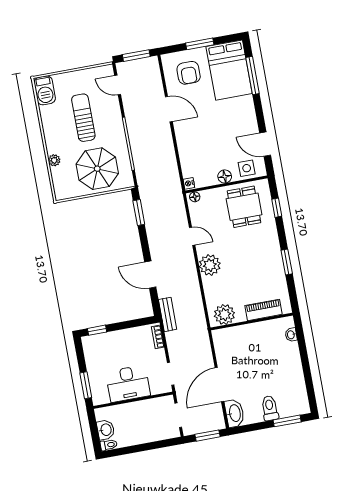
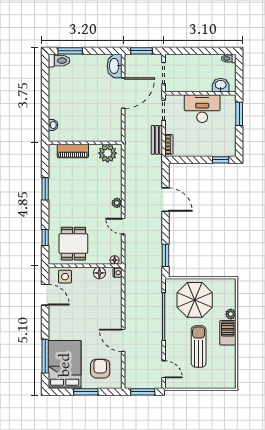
barbecue: (45, 90) -> (228, 333), moved
sun lounger: (83, 118) -> (199, 346), turned 180
floor lamp: (225, 176) -> (99, 273), moved
plant: (210, 265) -> (117, 203), width x0.53, depth x0.53
bench: (168, 314) -> (157, 140), moved
toilet: (270, 408) -> (59, 61), moved, turned -90
washbasin: (106, 430) -> (221, 85), moved, turned 90

